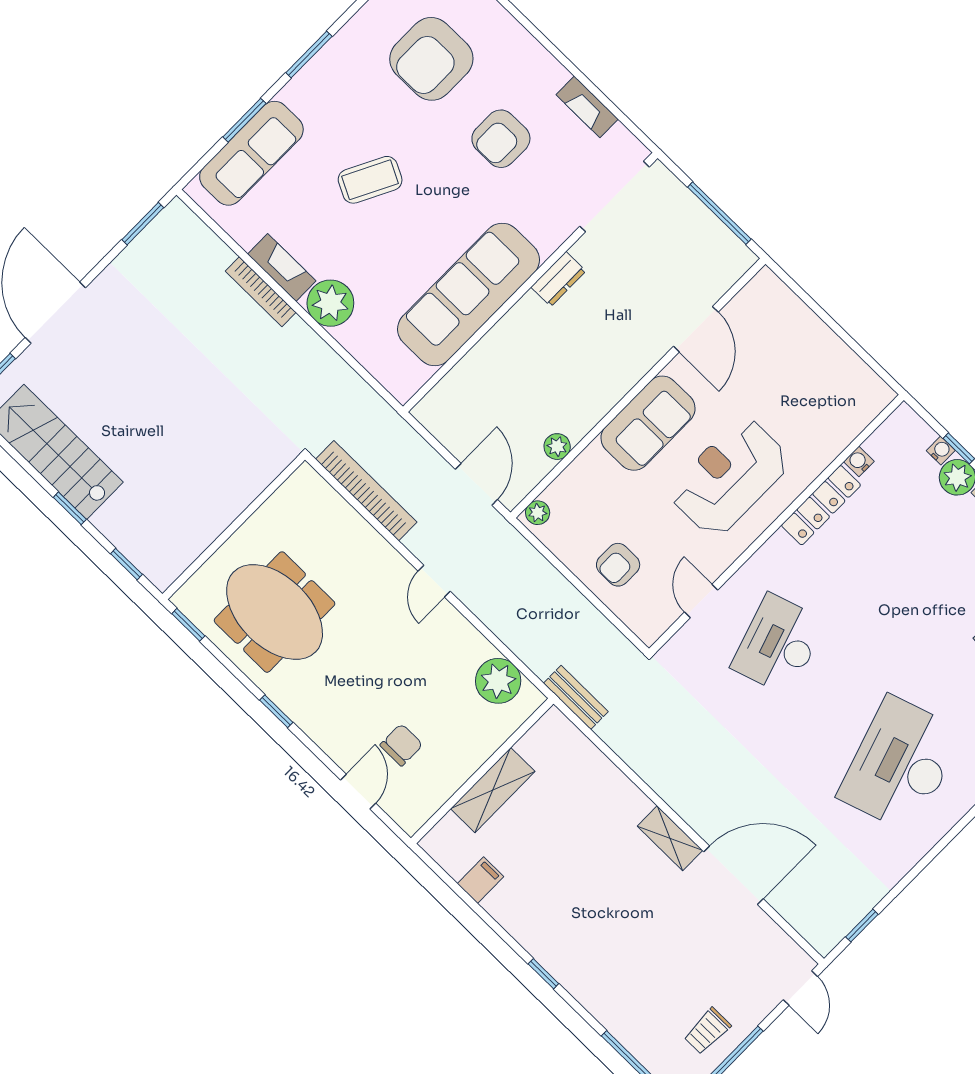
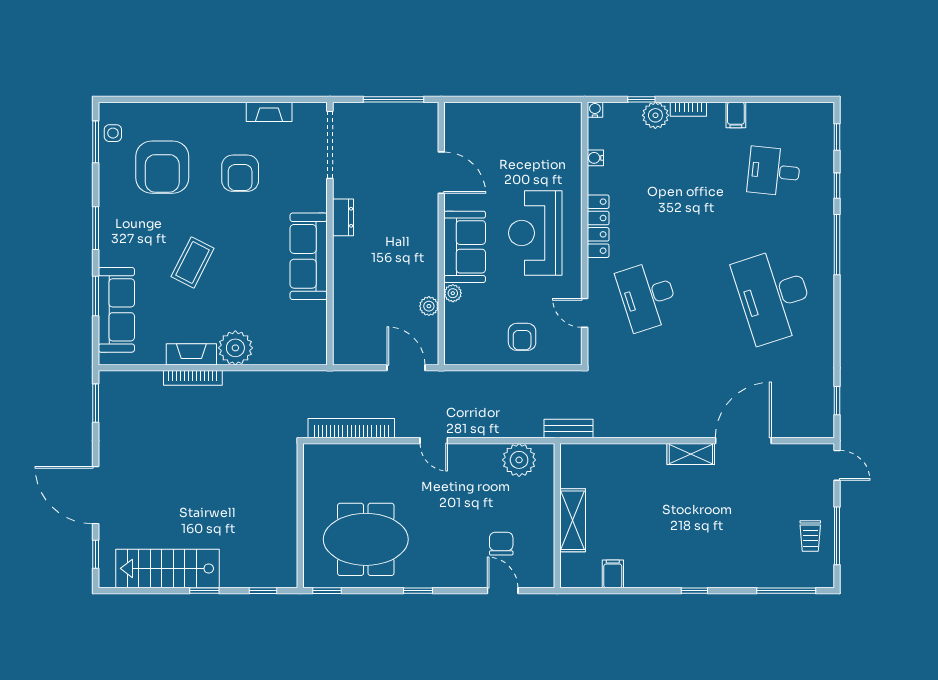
sofa: (468, 295) -> (309, 256), width x0.74, depth x0.79
water cooler: (941, 450) -> (595, 110), moved
locker: (821, 505) -> (598, 226), moved
plant: (538, 513) -> (453, 293), moved

